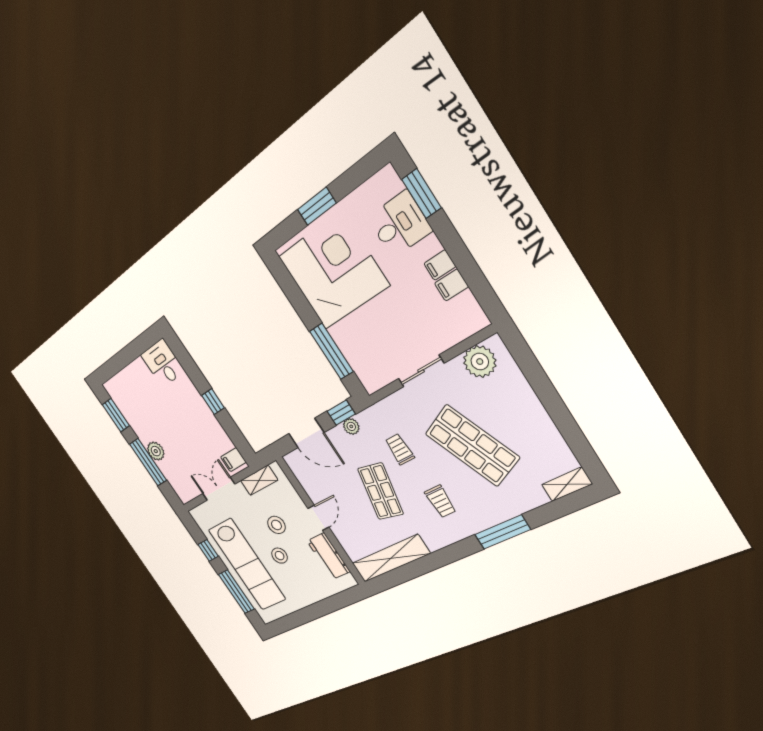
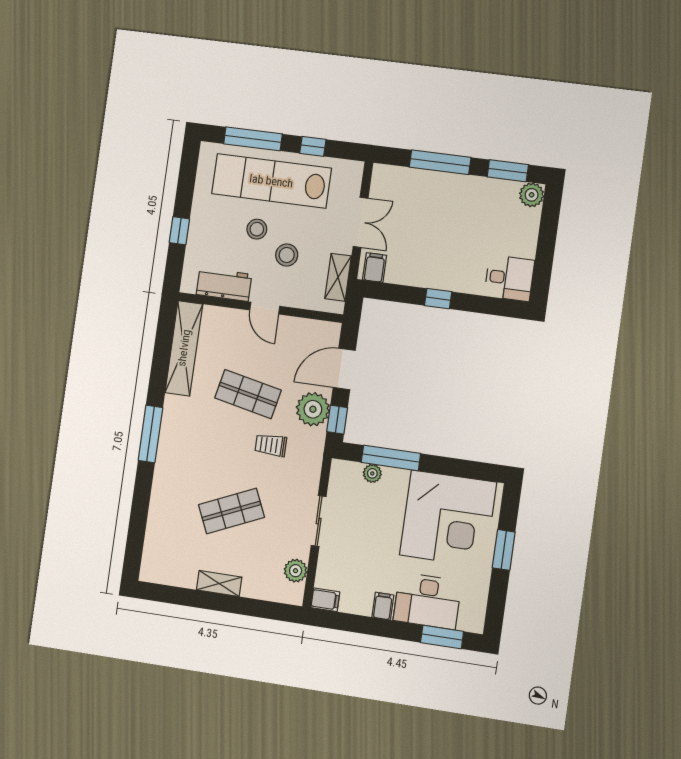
desk: (400, 224) -> (427, 601), width x1.37
filing cabinet: (452, 285) -> (325, 600), moved, turned 90
plant: (353, 357) -> (372, 473), added
plant: (480, 362) -> (296, 571), width x0.73, depth x0.73
plant: (351, 426) -> (313, 409), width x1.88, depth x1.88
shop shelf: (472, 446) -> (231, 511), width x0.70, depth x0.74
trolley: (400, 449) -> (271, 445), turned 180
plant: (156, 451) -> (532, 195), moved
shelving: (567, 484) -> (219, 583), moved, turned 90
trolley: (440, 501) -> (204, 443), removed
window: (502, 532) -> (150, 434), moved
window: (324, 607) -> (179, 231), added

